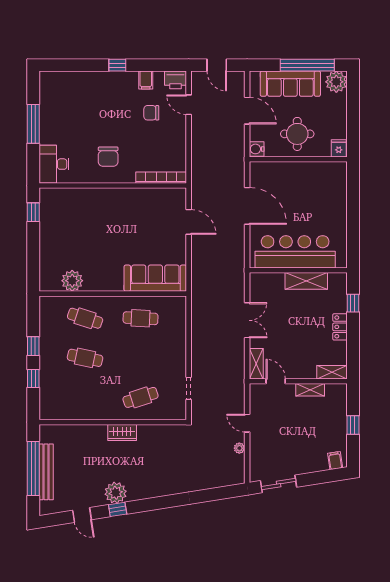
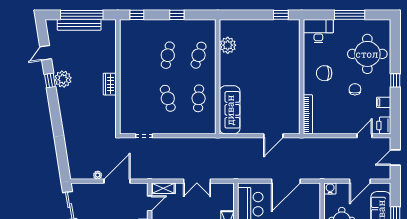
round table: (83, 101) -> (367, 54), added
chair: (151, 113) -> (355, 89), moved
window: (33, 379) -> (137, 15), moved
cafe table: (141, 397) -> (168, 98), moved
door: (247, 423) -> (117, 181), width x1.88

